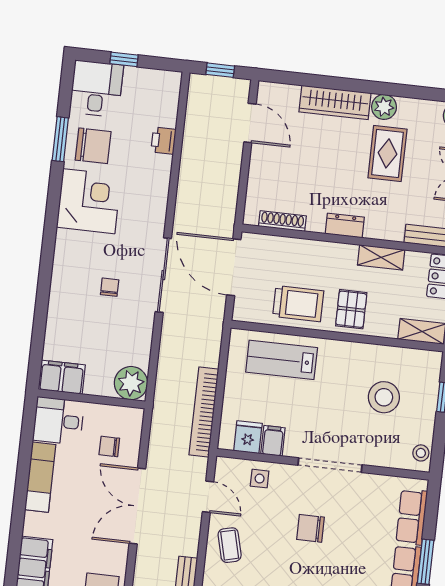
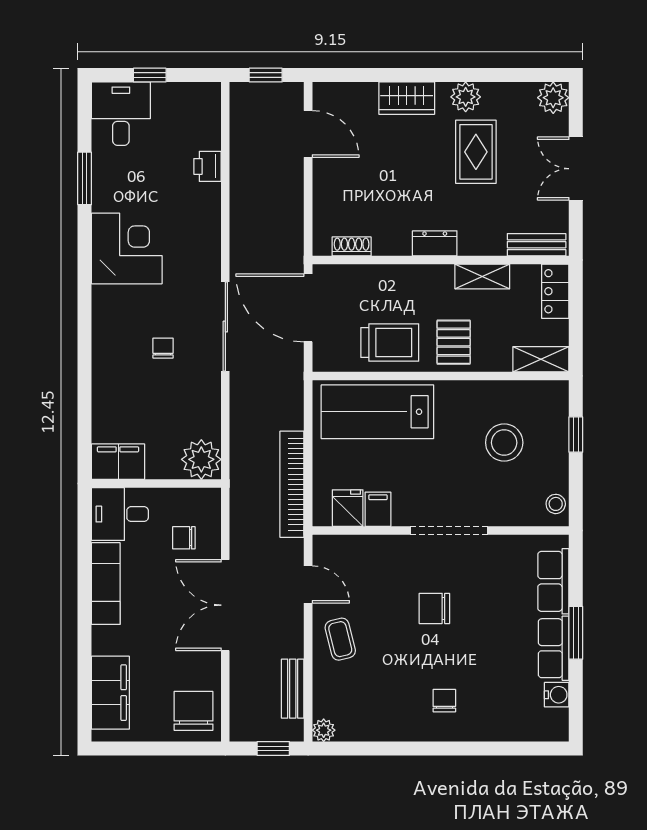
wardrobe: (335, 102) -> (407, 98), width x0.67
chair: (93, 146) -> (124, 182), removed
shoe rack: (282, 221) -> (352, 246), width x0.70
lab bench: (282, 360) -> (377, 412), width x1.36, depth x1.39
side table: (260, 479) -> (367, 556), removed

